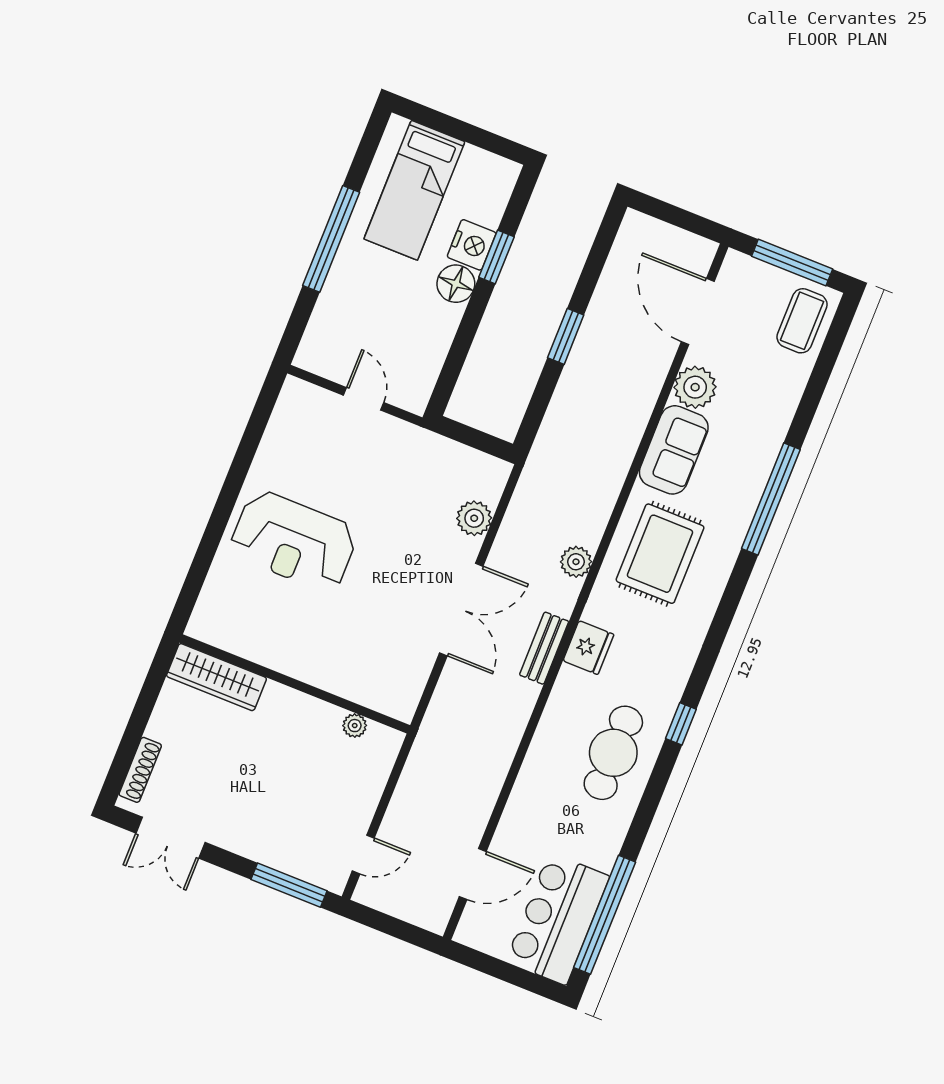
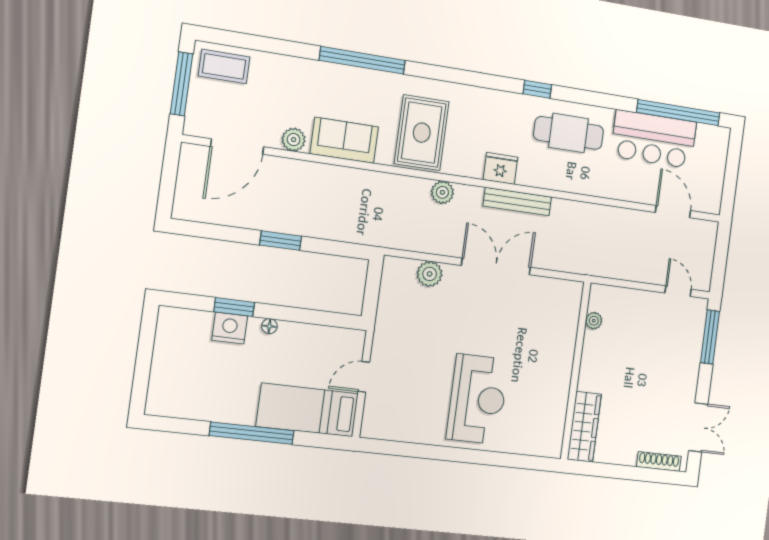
bed: (414, 190) -> (307, 410), moved, turned 180
floor lamp: (456, 284) -> (269, 326), width x0.53, depth x0.53
plant: (695, 387) -> (294, 140), width x0.73, depth x0.73
rug: (660, 554) -> (422, 133), turned 90
bench: (544, 648) -> (517, 201), width x1.36
bar counter: (558, 919) -> (654, 139), moved

